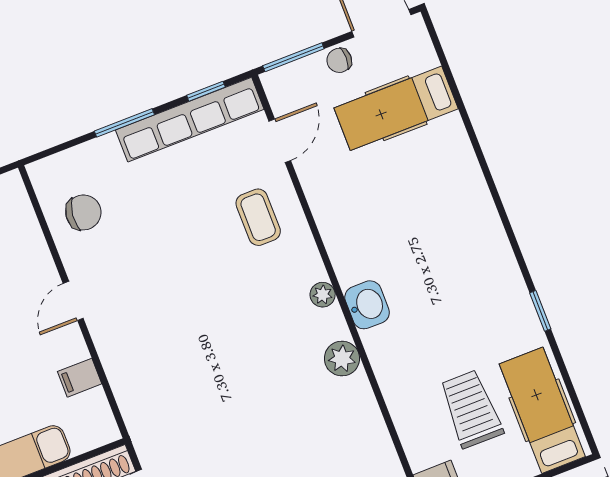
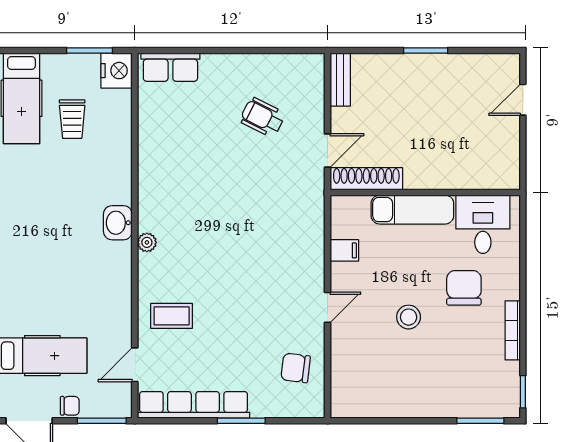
window: (206, 91) -> (174, 421), removed
coffee table: (258, 217) -> (172, 316), turned 90
plant: (342, 359) -> (151, 191), removed
trolley: (471, 409) -> (72, 119), width x0.73, depth x0.72

